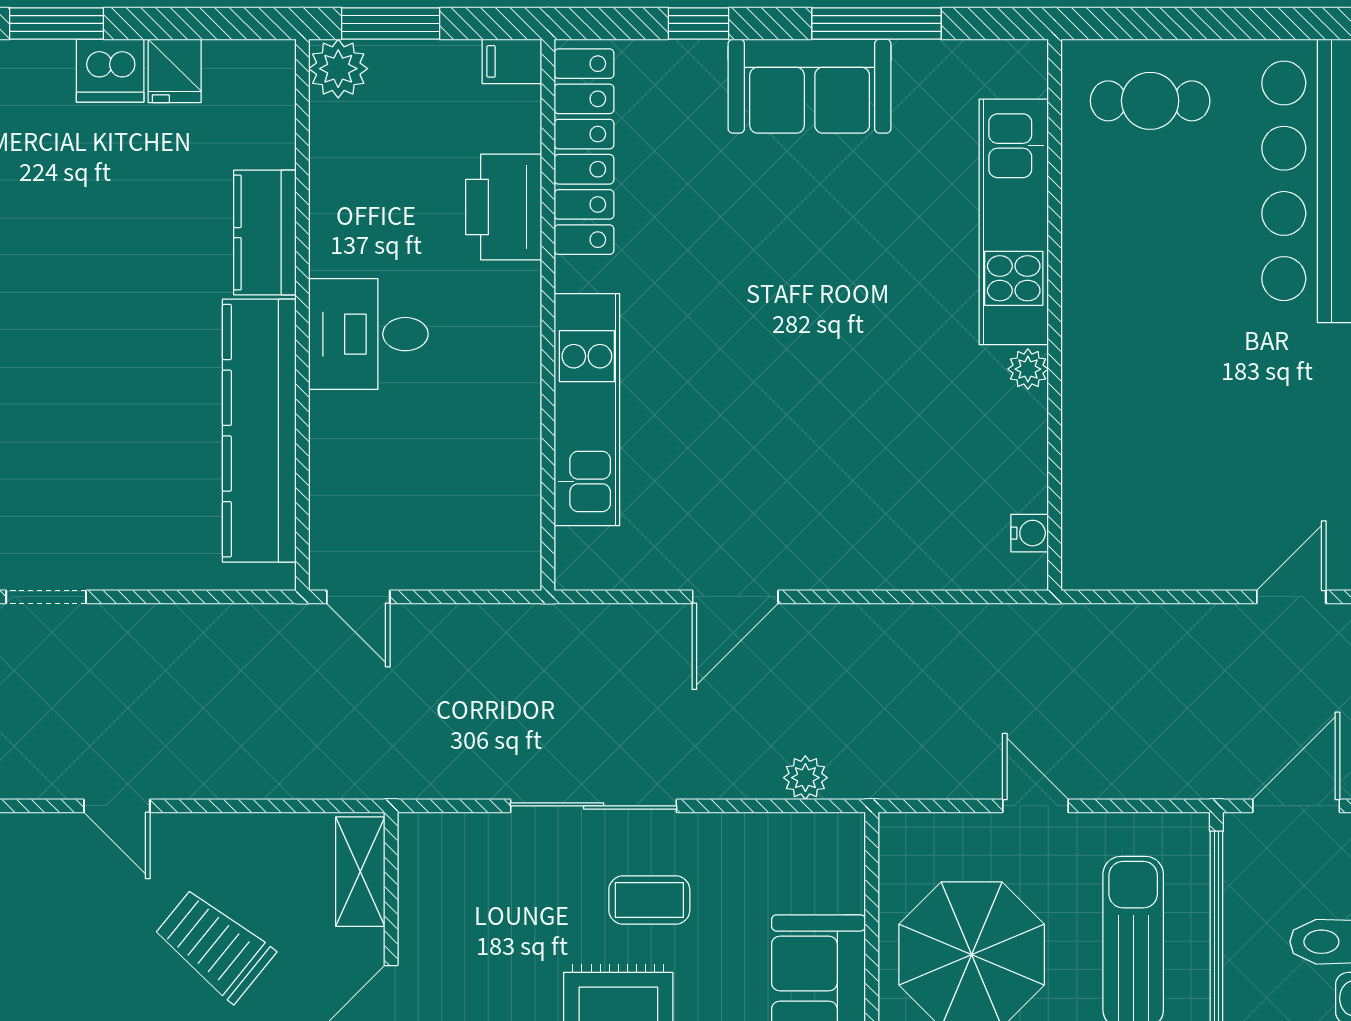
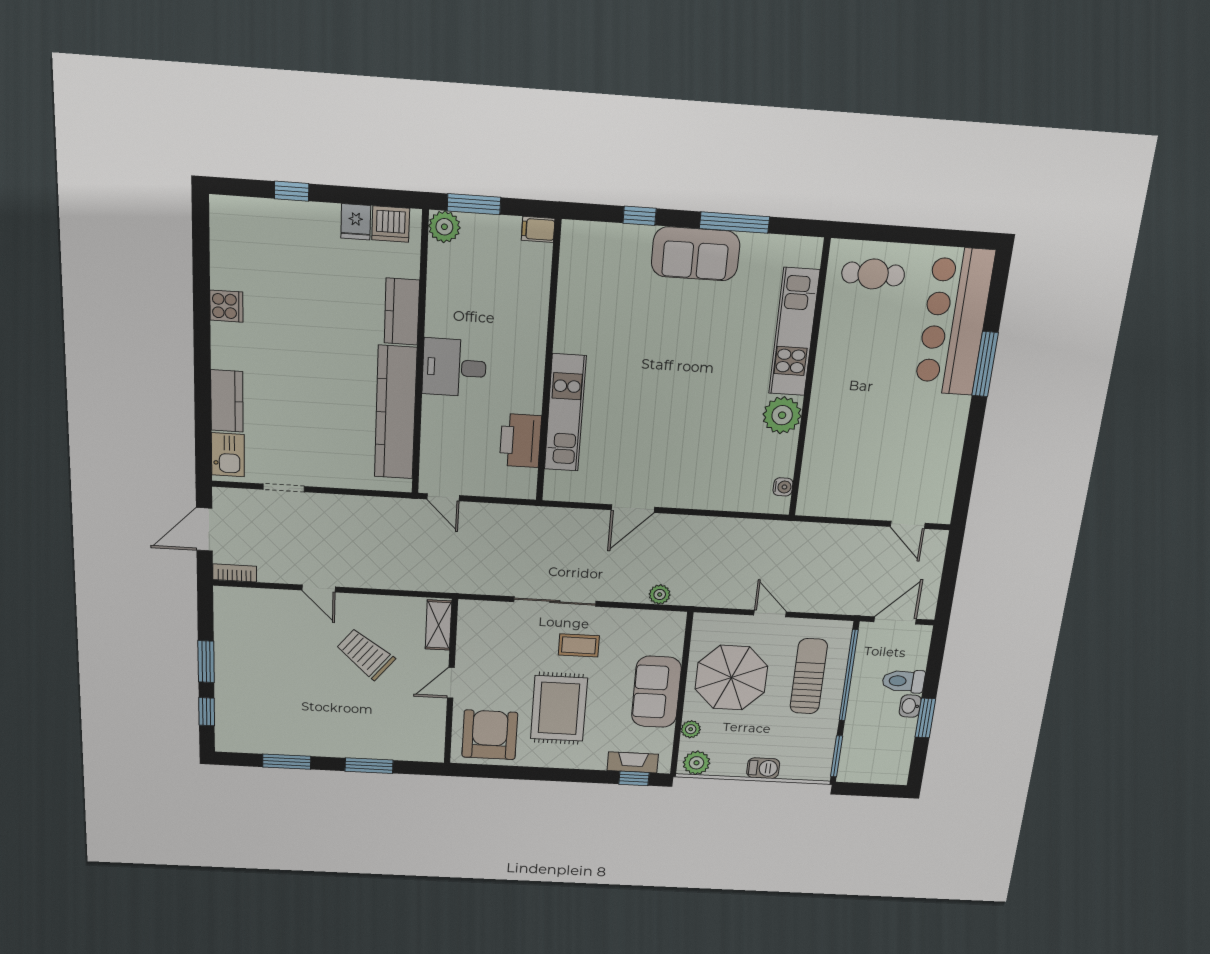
window: (57, 23) -> (292, 191), width x0.67
dishwasher: (110, 71) -> (391, 224), moved
locker: (584, 152) -> (573, 280), removed
printer: (504, 207) -> (520, 441), moved
plant: (1028, 369) -> (782, 415), width x1.88, depth x1.88
door: (1291, 597) -> (908, 525), swing flipped

